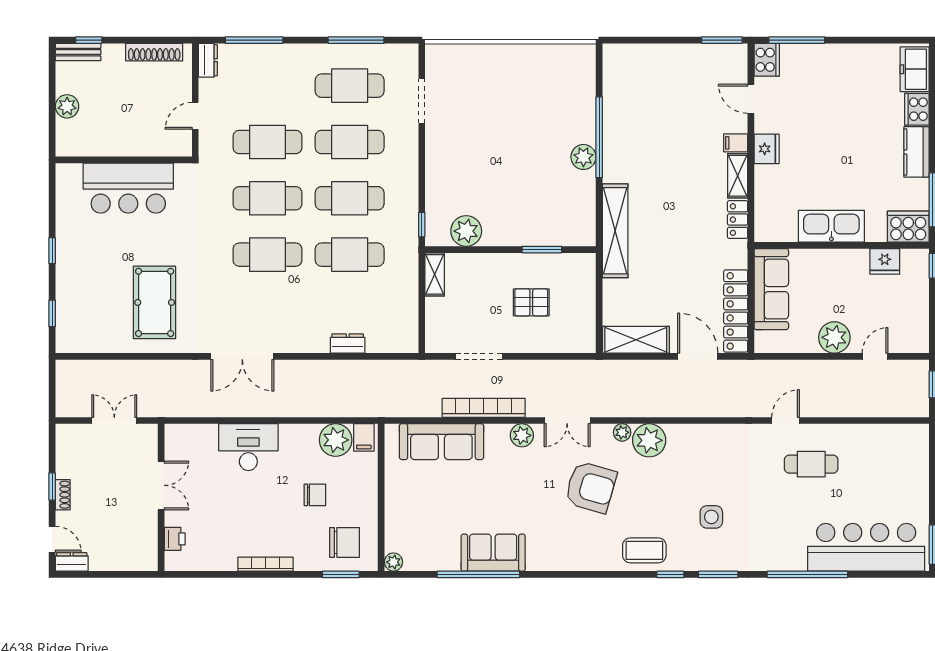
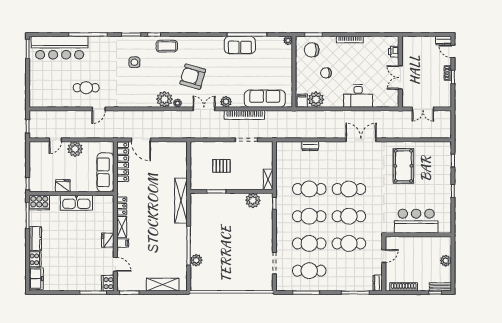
plant: (583, 157) -> (196, 260), moved
fridge: (885, 261) -> (63, 186), moved
shelving: (636, 340) -> (163, 285), moved

